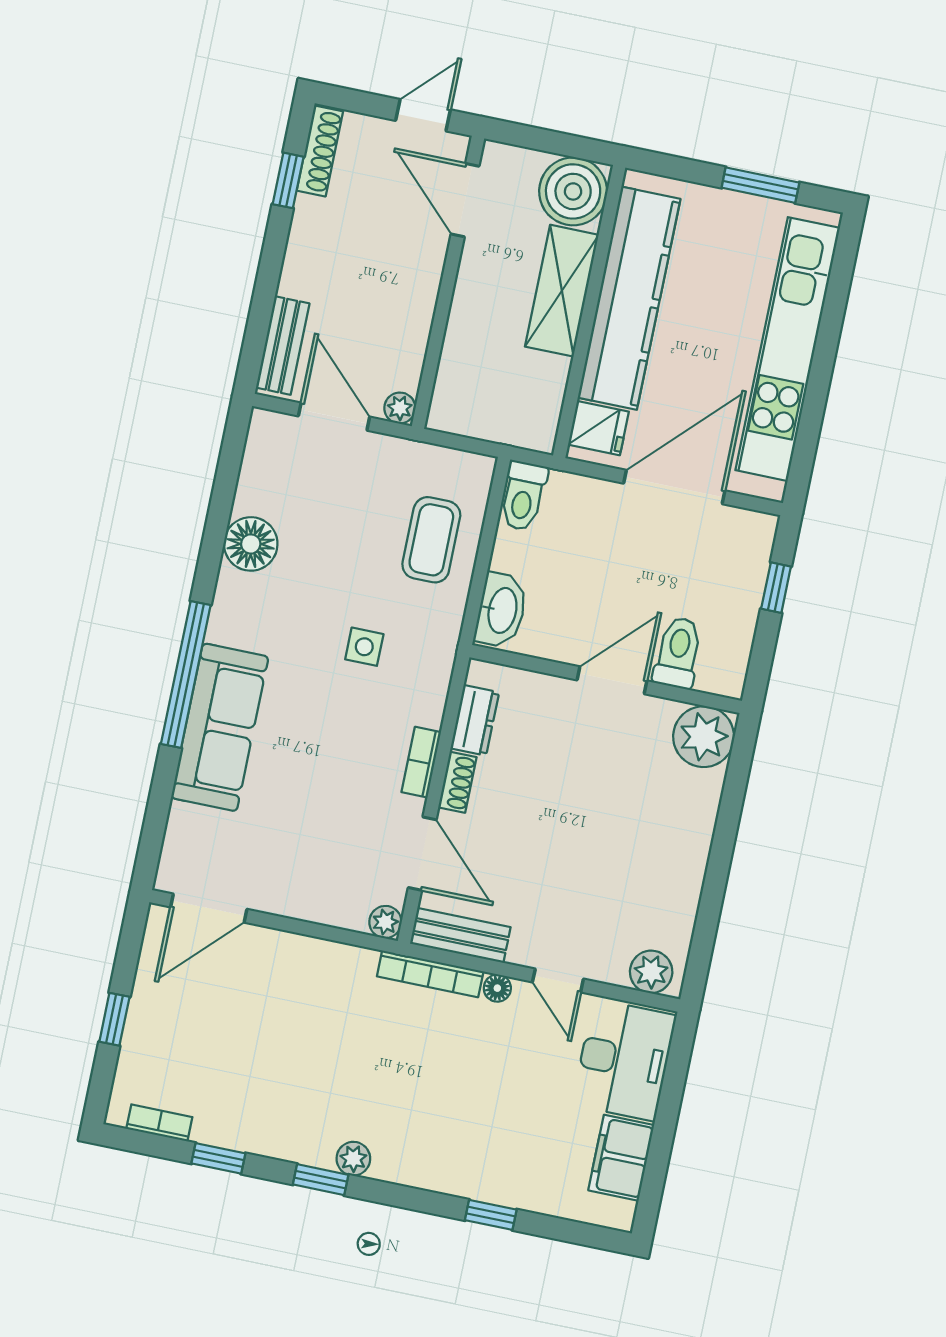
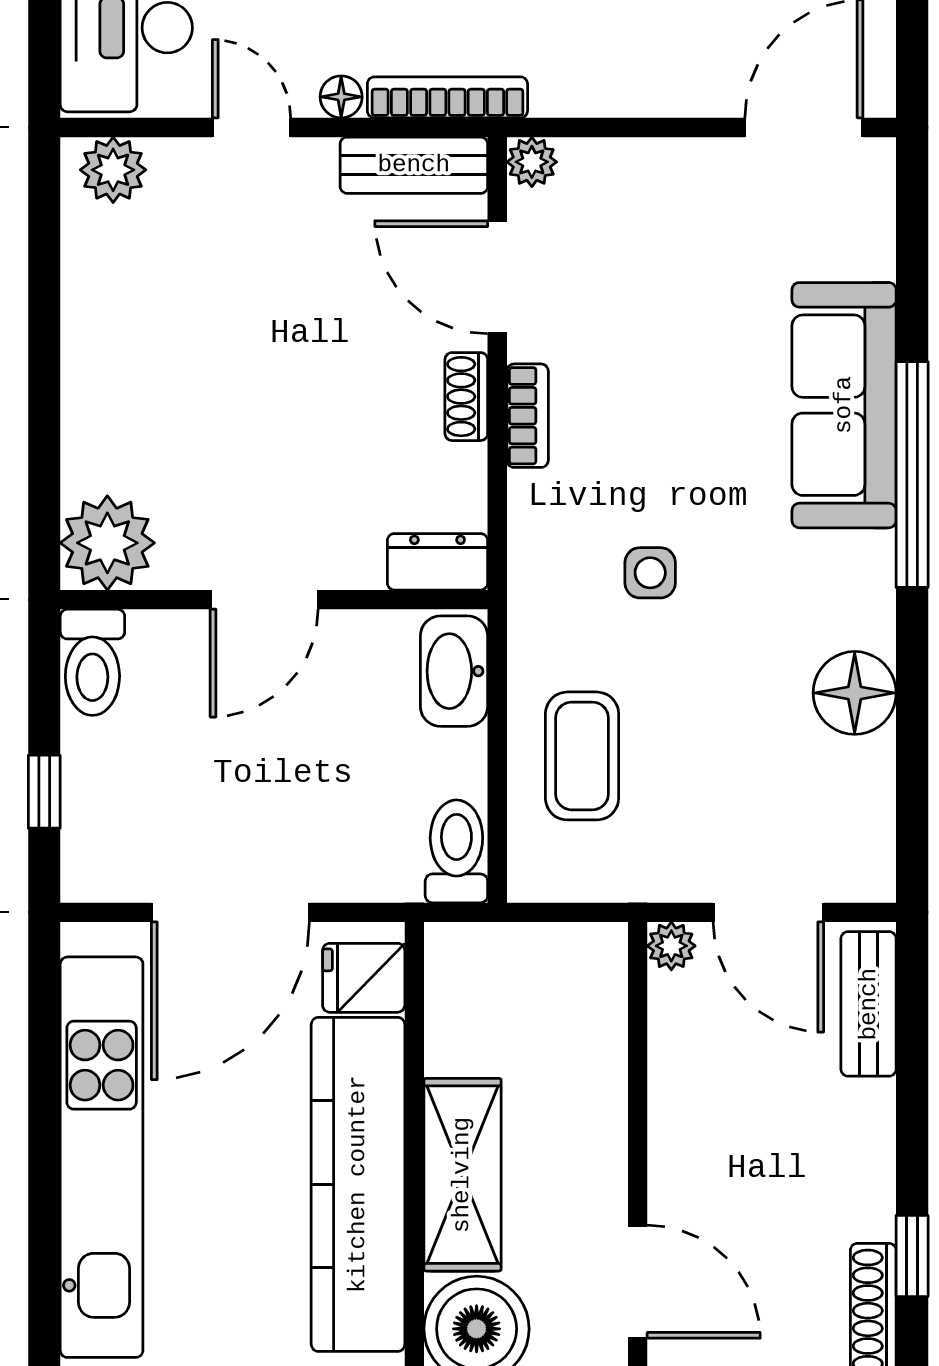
toilet: (678, 653) -> (92, 662), moved
dresser: (475, 720) -> (437, 562), moved, turned 90

